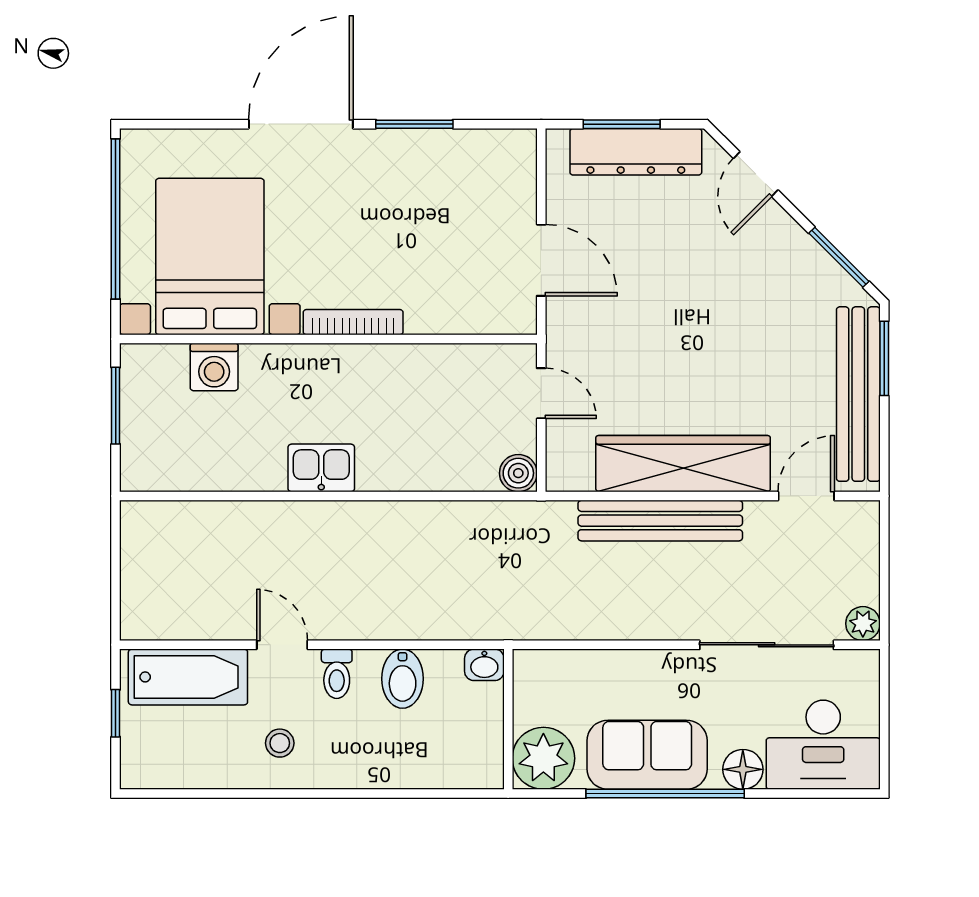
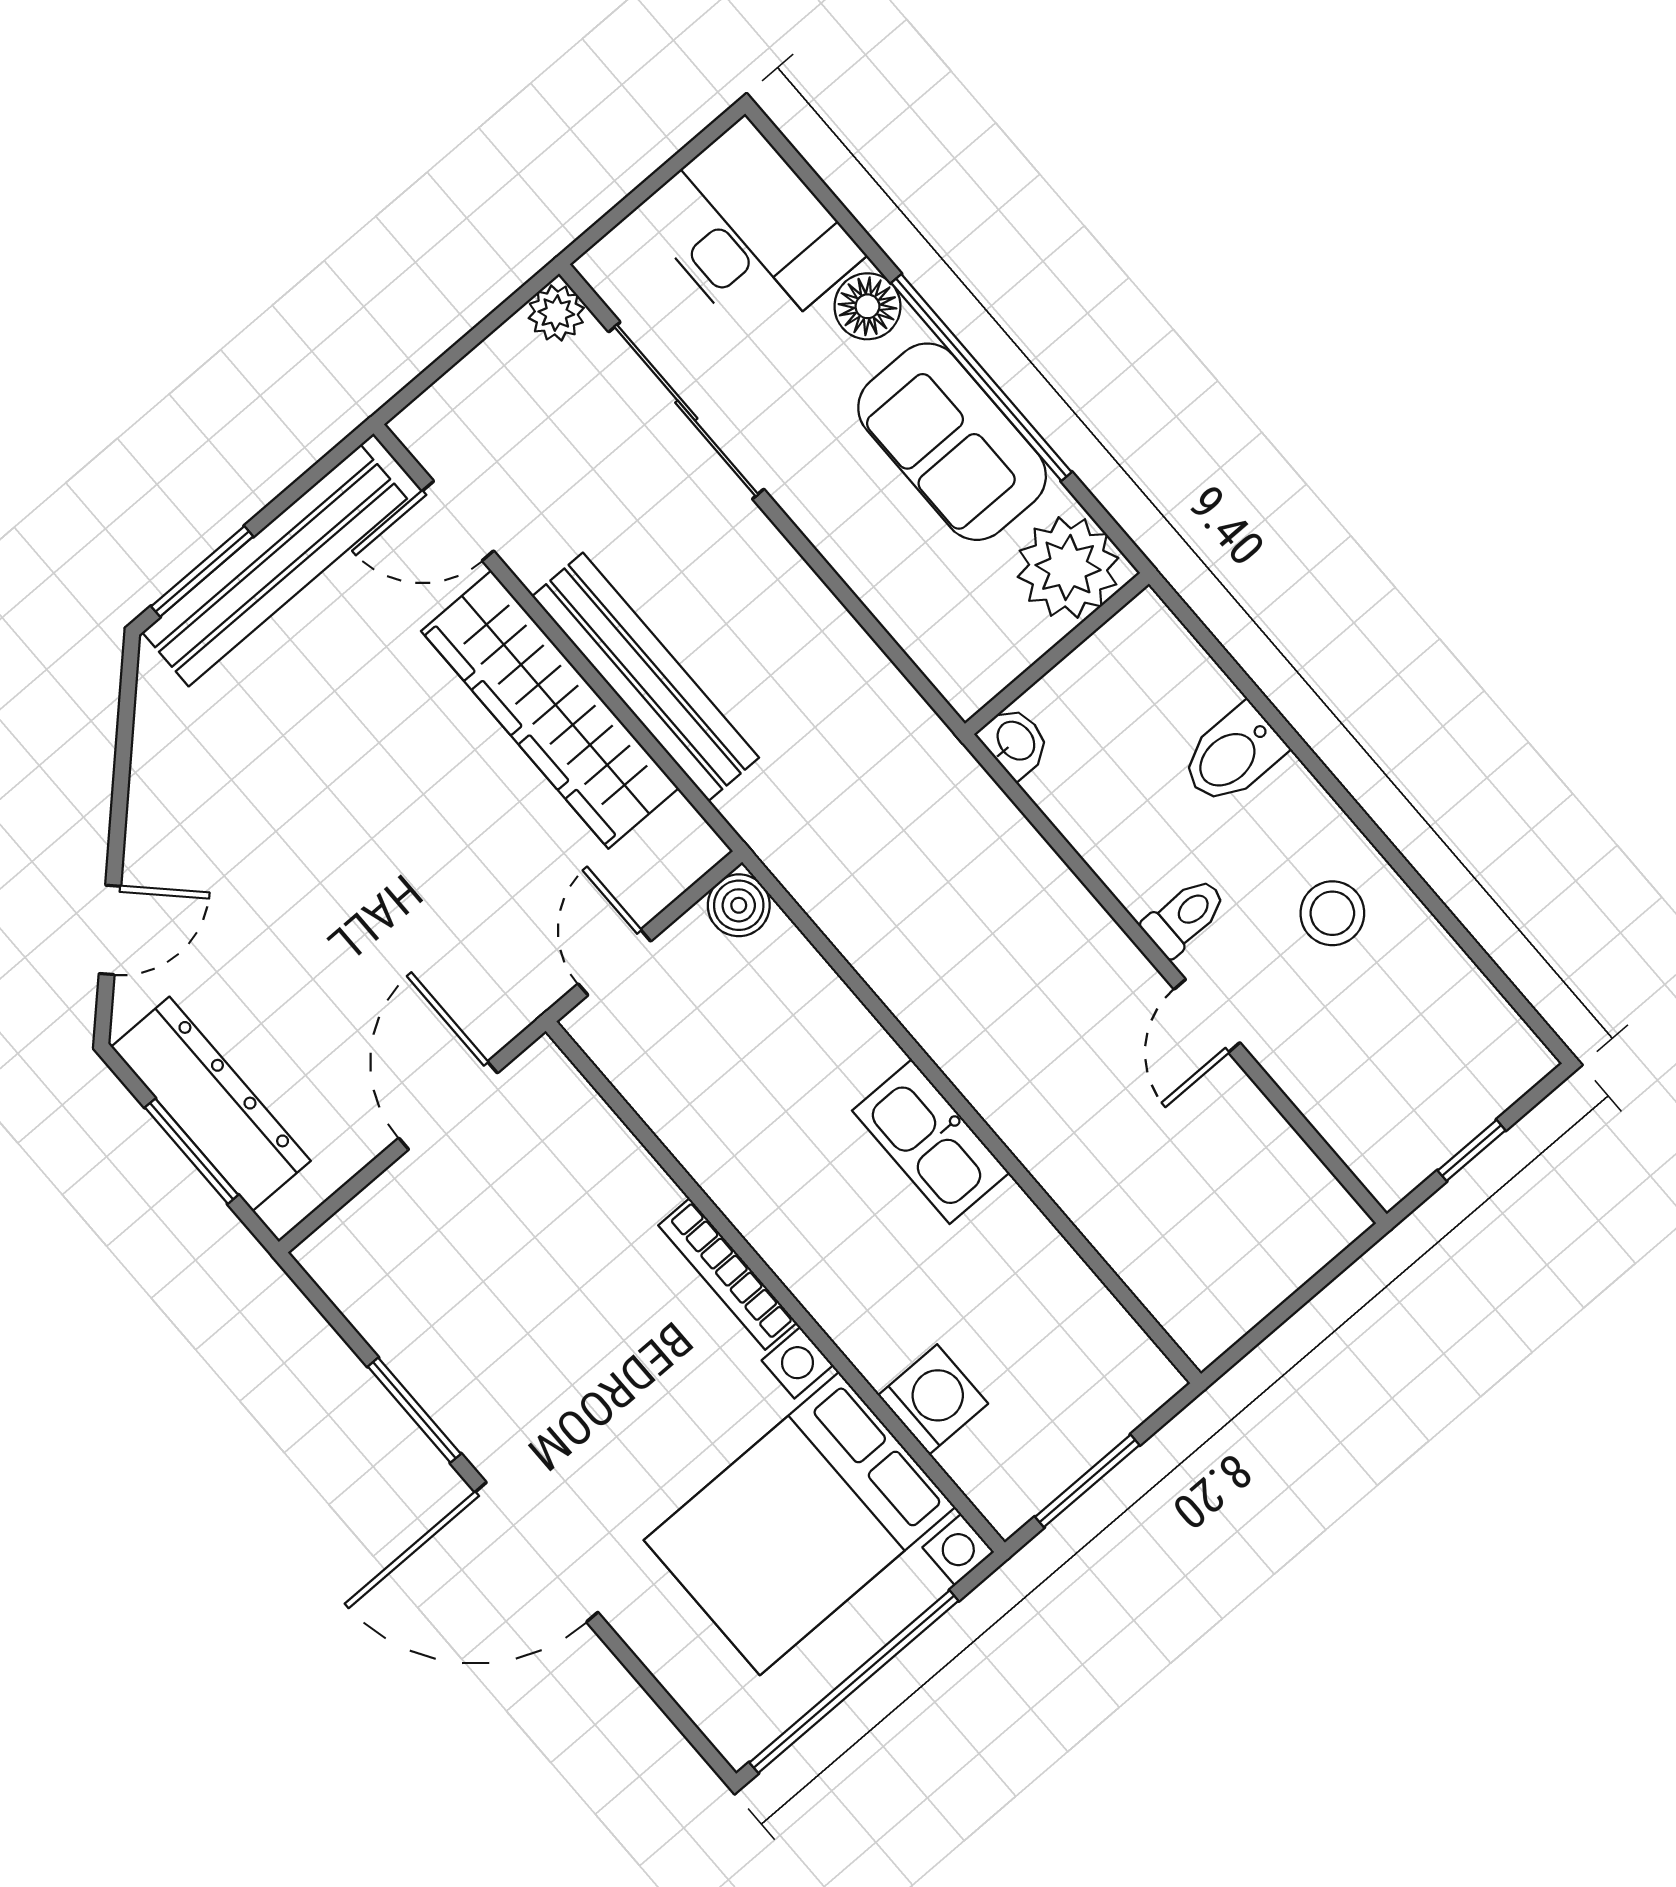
window: (839, 257) -> (124, 737), removed
kitchen sink: (321, 468) -> (931, 1142), width x1.38
bathtub: (188, 677) -> (1348, 1099), removed
bidet: (403, 679) -> (1233, 755), moved, turned 180
stool: (280, 743) -> (1332, 913), width x1.37, depth x1.37

